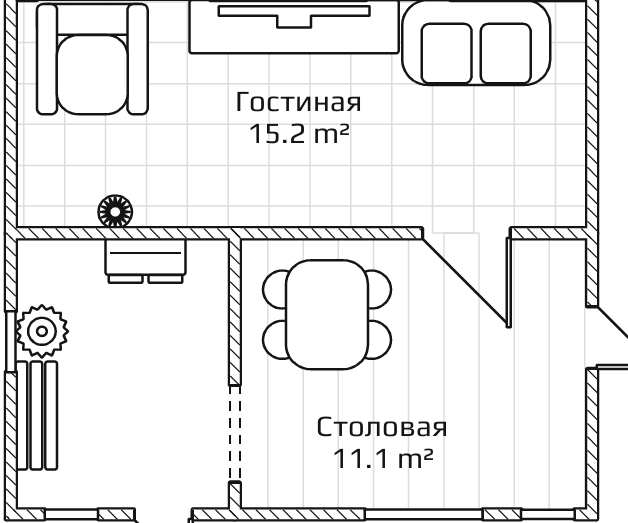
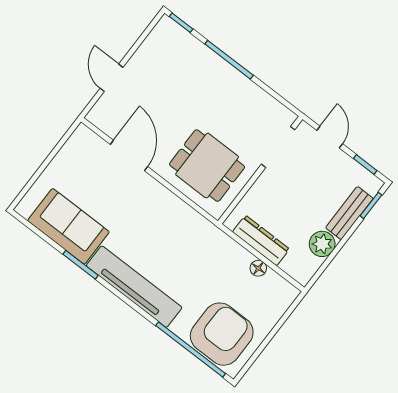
dresser: (146, 260) -> (261, 240), width x1.44
window: (11, 342) -> (371, 205), moved

